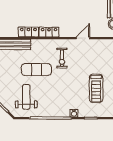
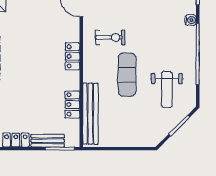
locker: (28, 32) -> (72, 104), moved
weight bench: (26, 97) -> (167, 90), turned -90

